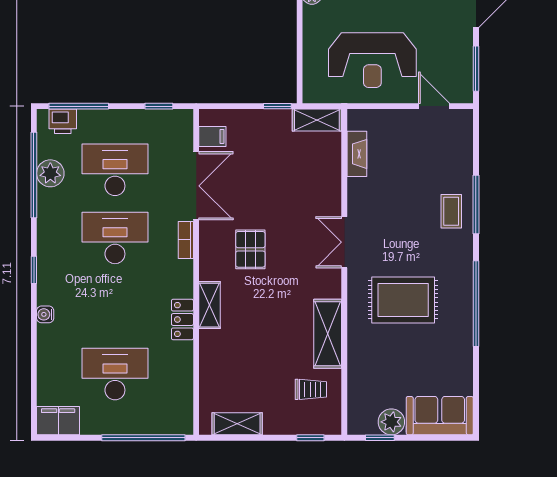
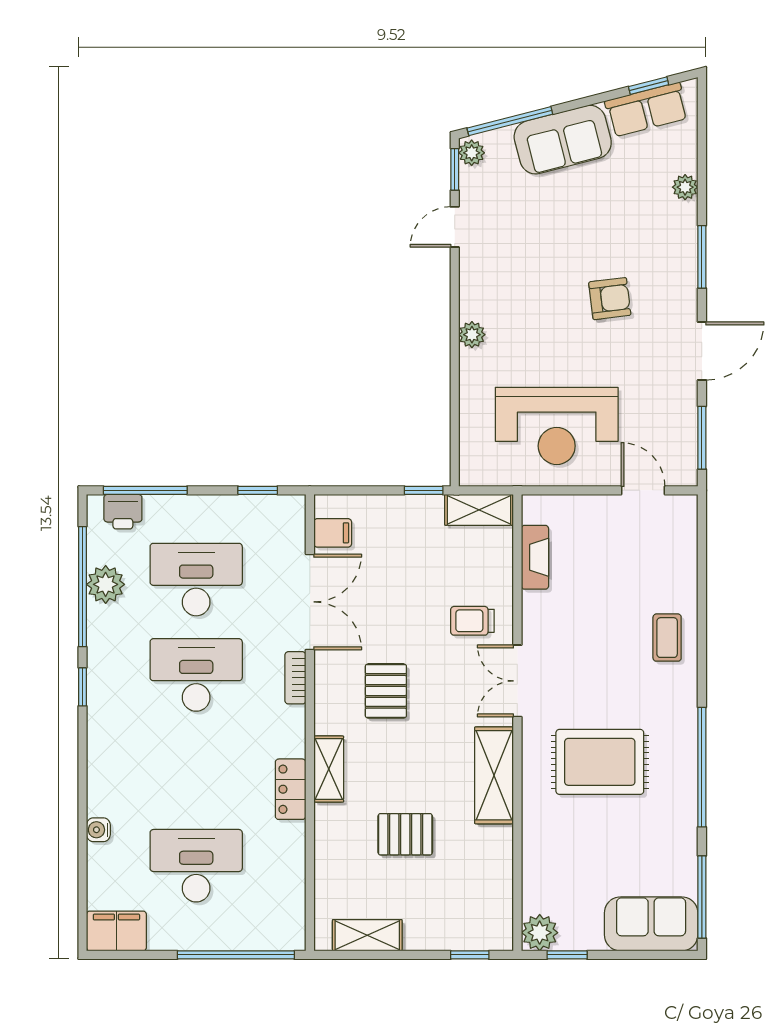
window: (476, 204) -> (702, 897), moved
window: (34, 270) -> (82, 687), moved
water cooler: (45, 314) -> (98, 830), moved
shelving: (328, 334) -> (494, 775), moved
pallet: (264, 352) -> (405, 834), added
trolley: (311, 389) -> (472, 621), moved, turned 180
plant: (391, 422) -> (540, 933), moved

